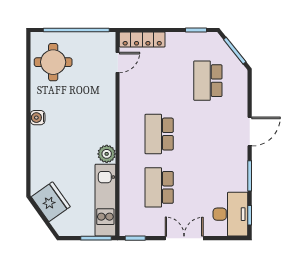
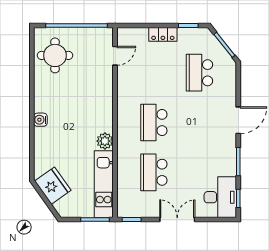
locker: (142, 40) -> (163, 34), moved, width x0.66
water cooler: (38, 118) -> (40, 120), moved

